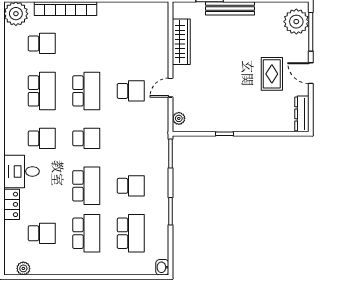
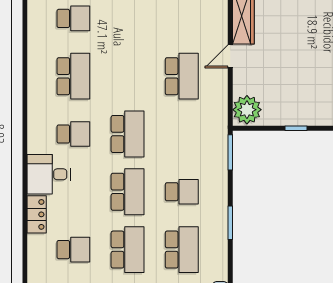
door: (171, 88) -> (230, 56), moved
school desk: (86, 91) -> (128, 76), removed
school desk: (131, 91) -> (182, 76), width x1.85
plant: (179, 118) -> (247, 110), width x1.87, depth x1.87
school desk: (86, 138) -> (128, 134), width x1.85

